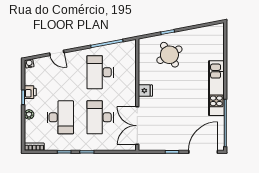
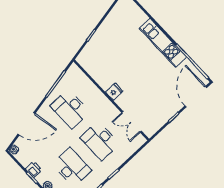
door: (57, 53) -> (26, 124), width x1.88
round table: (169, 55) -> (107, 50), removed
double door: (137, 126) -> (132, 122), width x0.73

